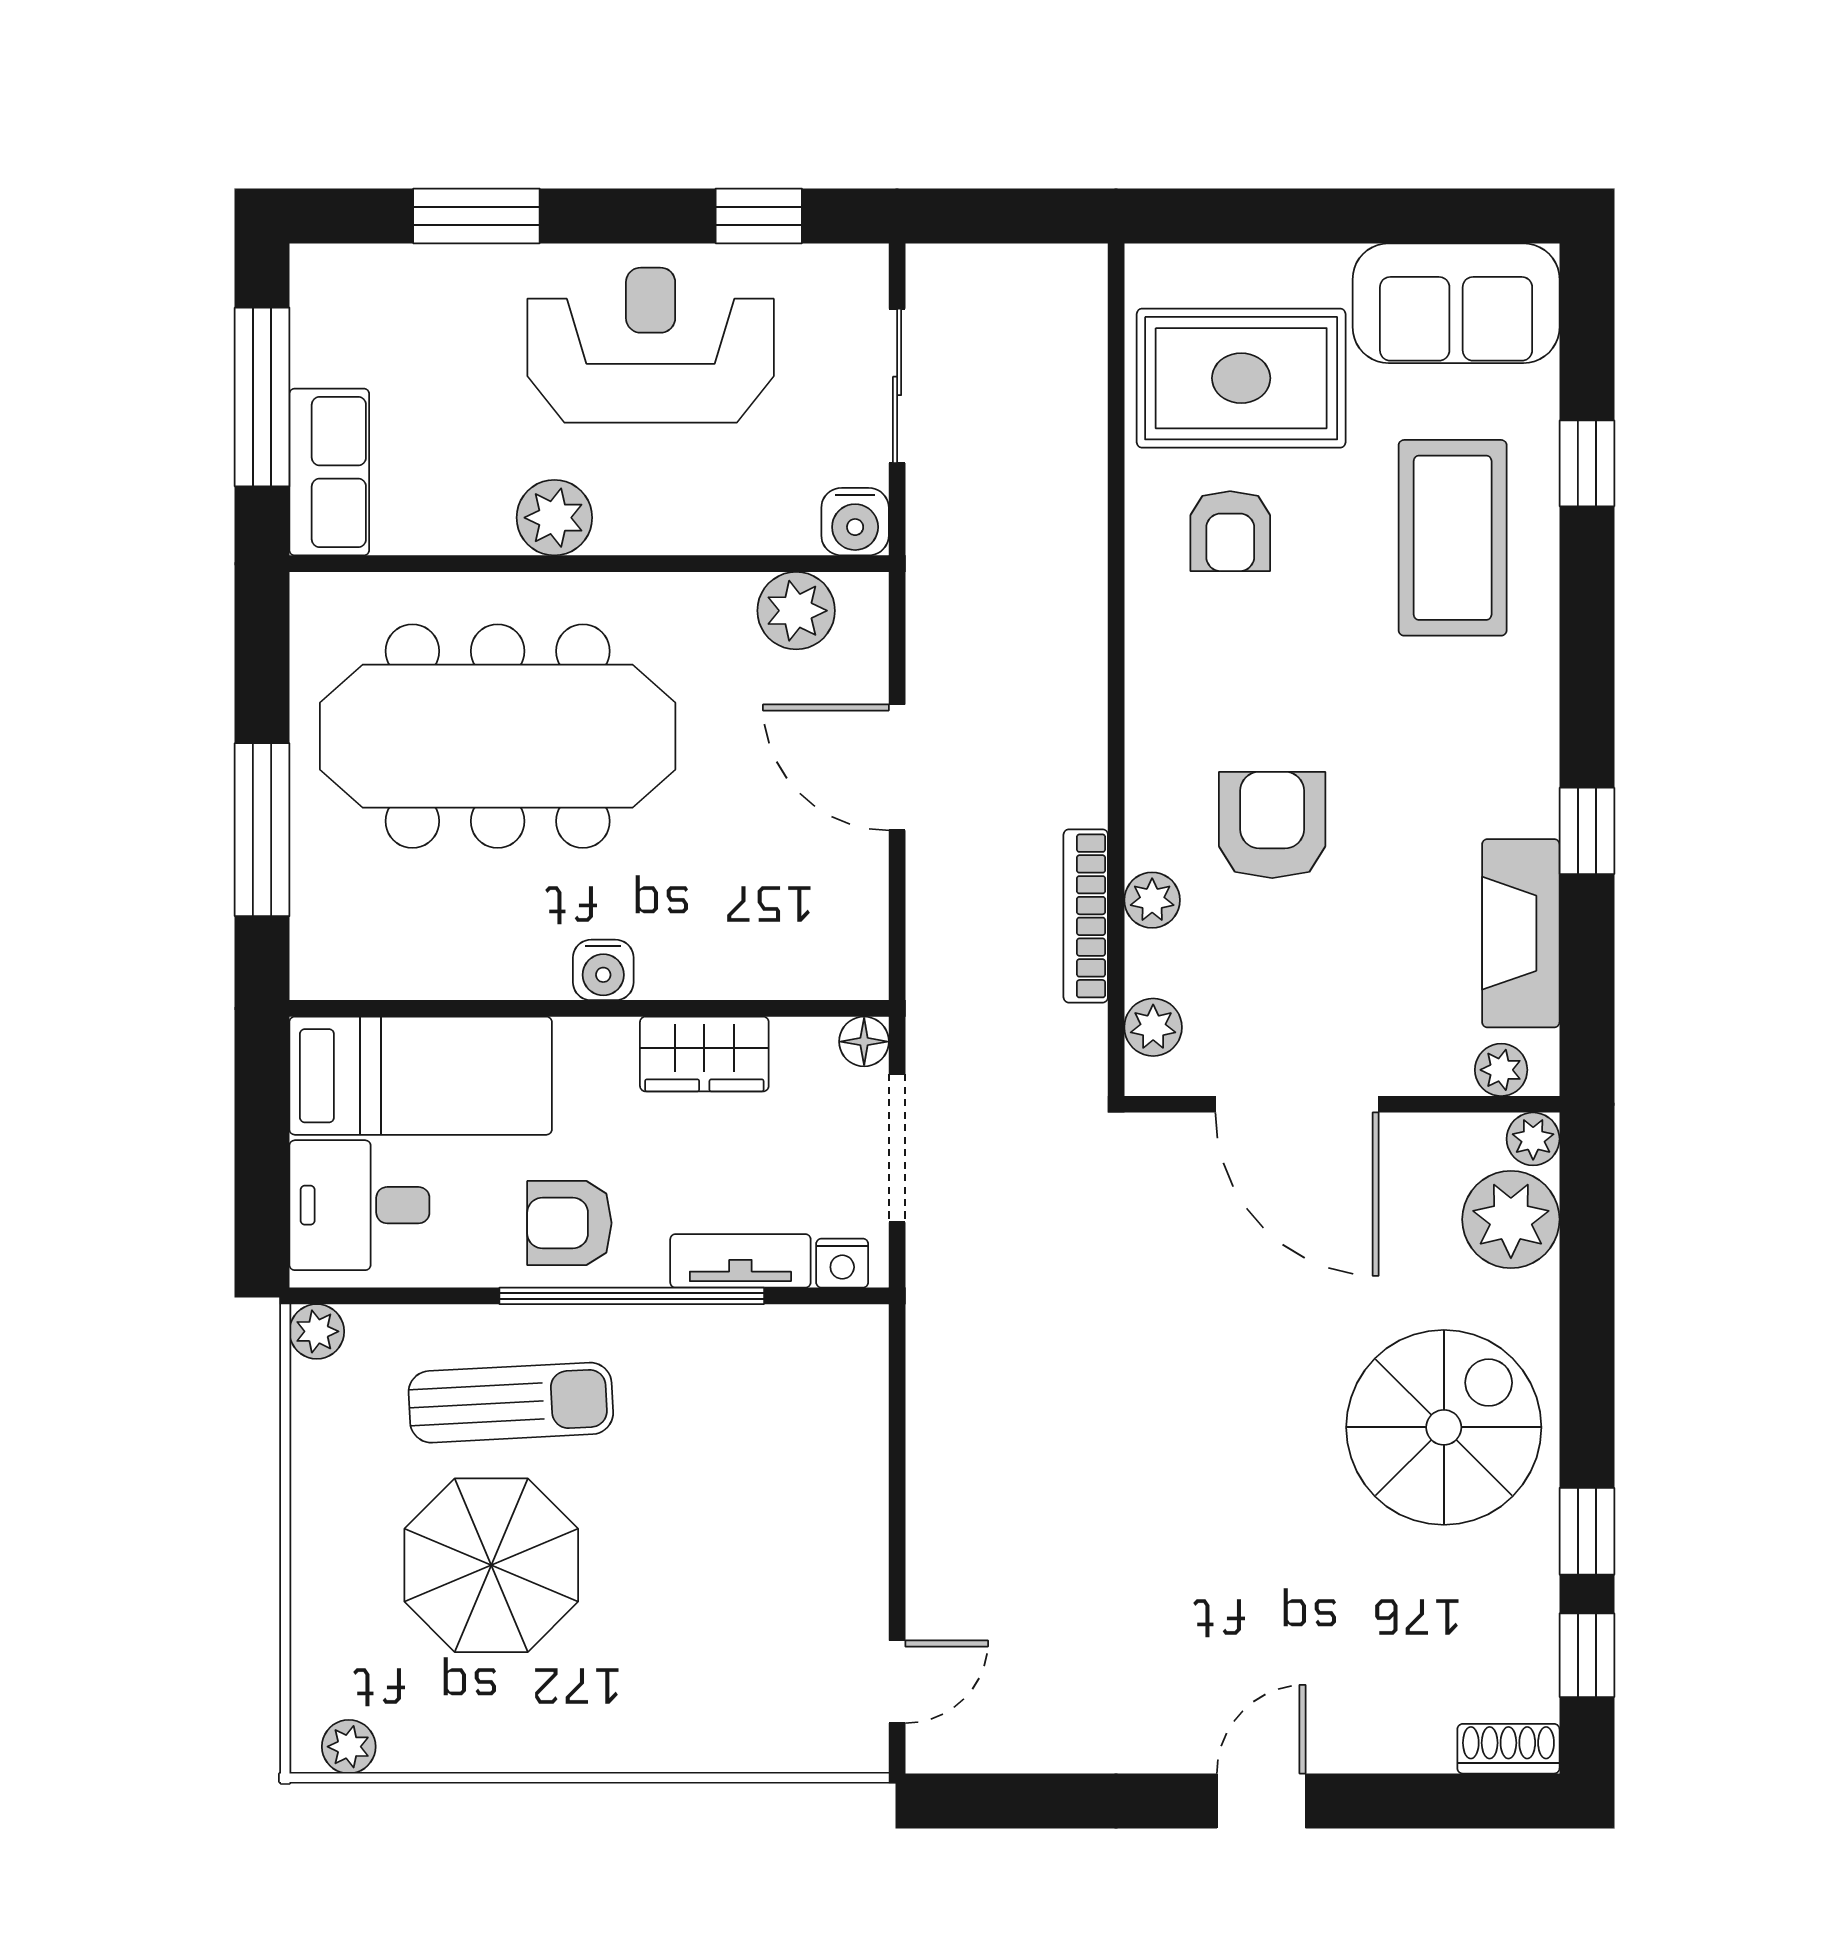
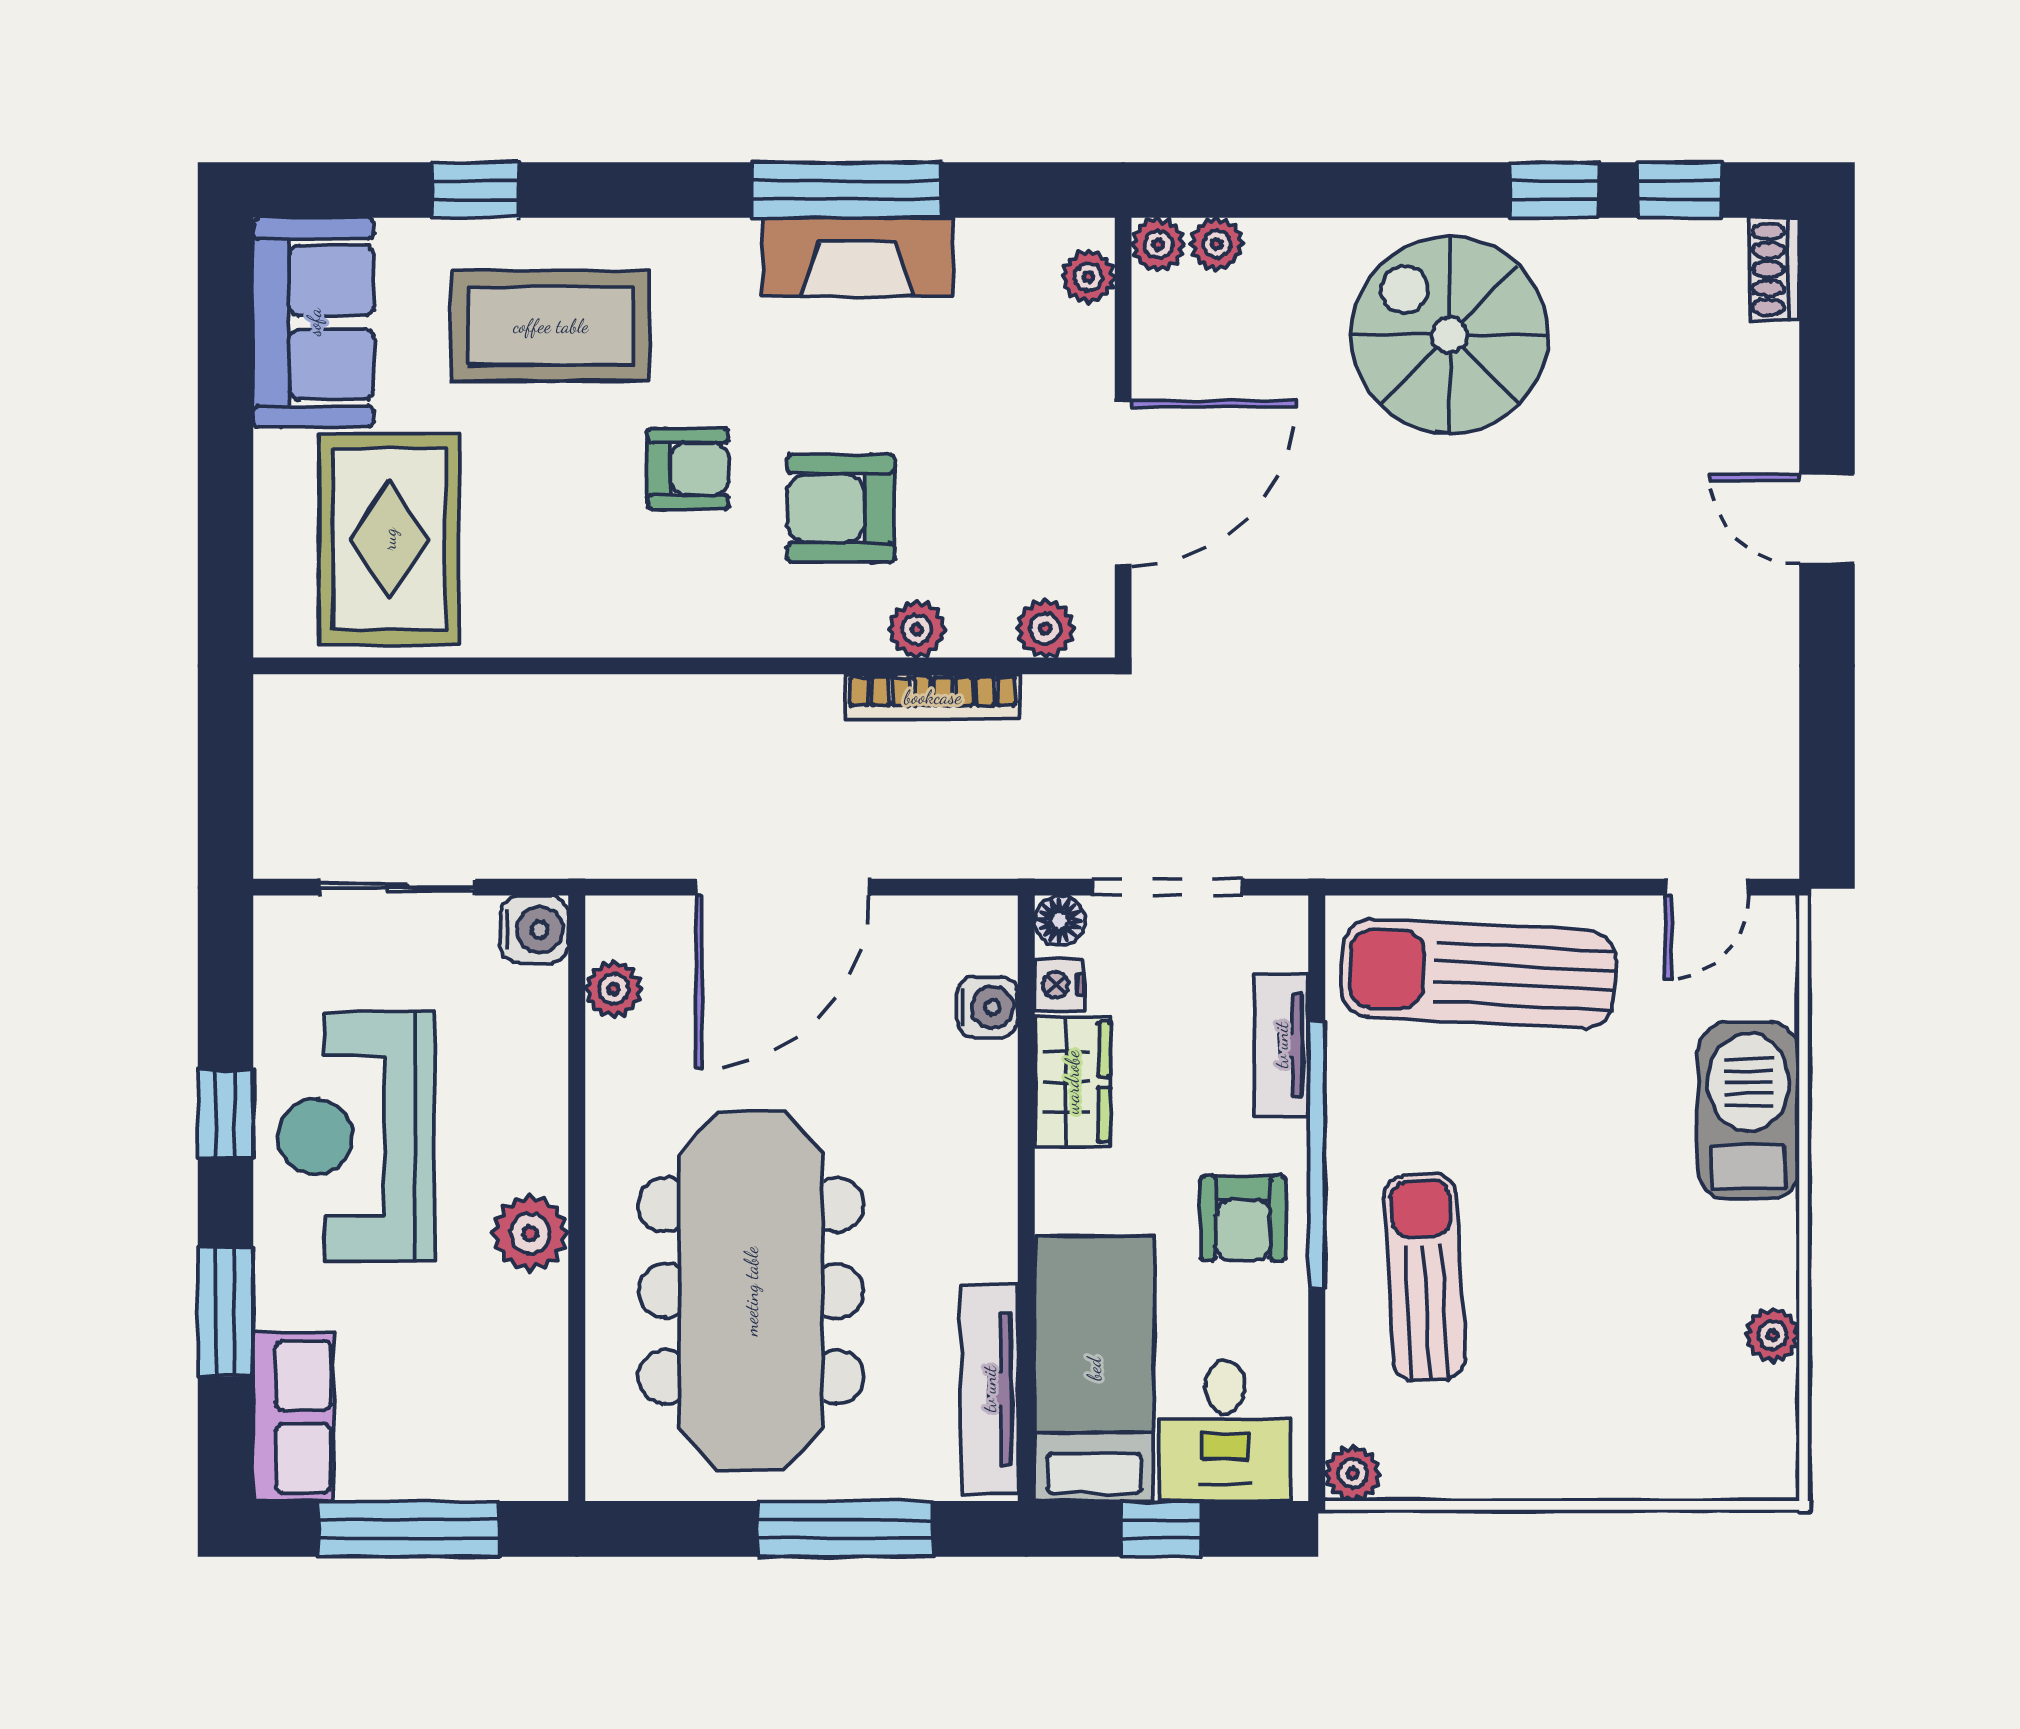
window: (759, 216) -> (225, 1114), moved
row of seats: (329, 472) -> (293, 1417), moved, turned 90
armchair: (1230, 531) -> (688, 469), moved
plant: (796, 611) -> (614, 989), width x0.73, depth x0.73
door: (897, 767) -> (783, 887), width x1.36
window: (1587, 831) -> (847, 190), width x2.17
fireplace: (1521, 933) -> (857, 257), moved
water cooler: (603, 970) -> (987, 1007), moved
tv unit: (400, 972) -> (989, 1389), added
window: (262, 1142) -> (1162, 1529), added
plant: (1511, 1219) -> (1217, 244), width x0.53, depth x0.53
nightstand: (842, 1263) -> (1059, 985), moved, turned 180
sun lounger: (811, 1456) -> (1478, 974), added
parasol: (491, 1565) -> (1589, 1297), removed
door: (897, 1682) -> (1707, 887), swing flipped
barbecue: (676, 1723) -> (1748, 1111), added
plant: (349, 1747) -> (1772, 1335), moved

